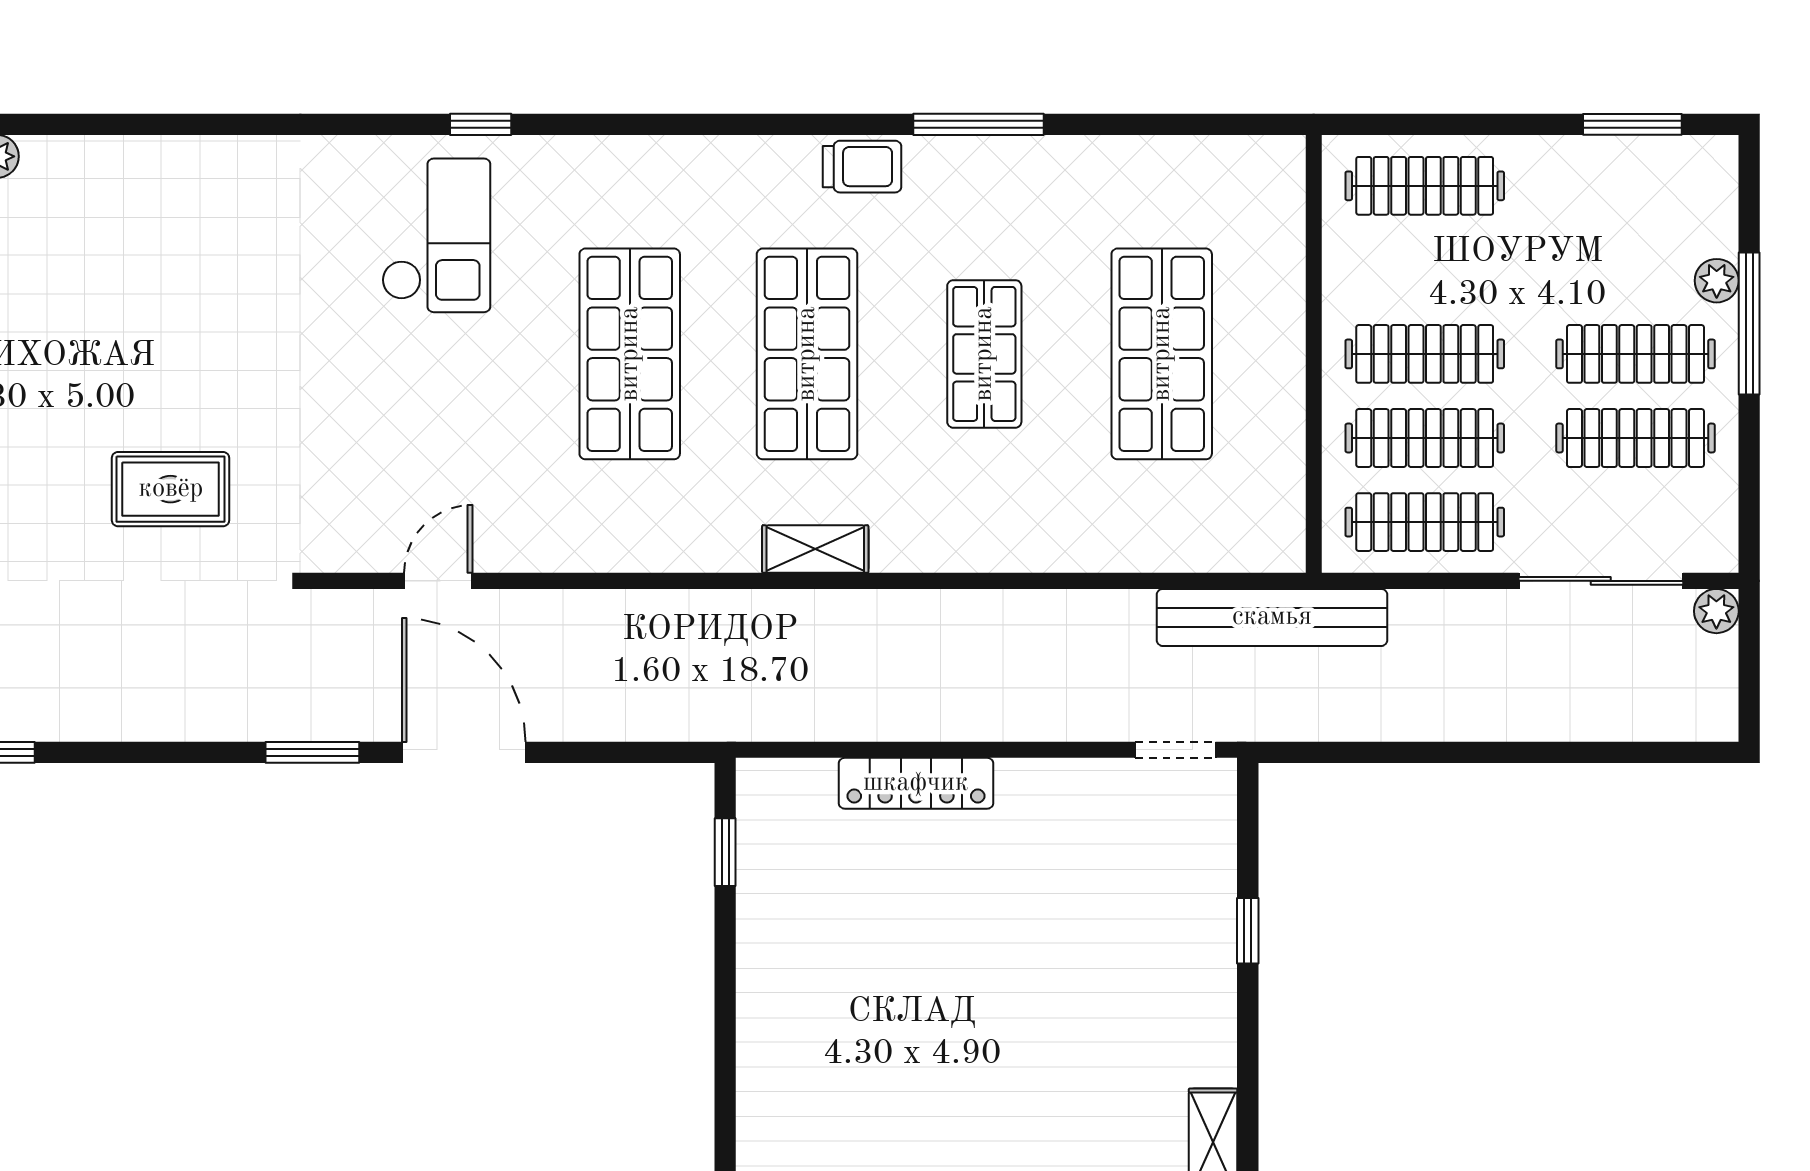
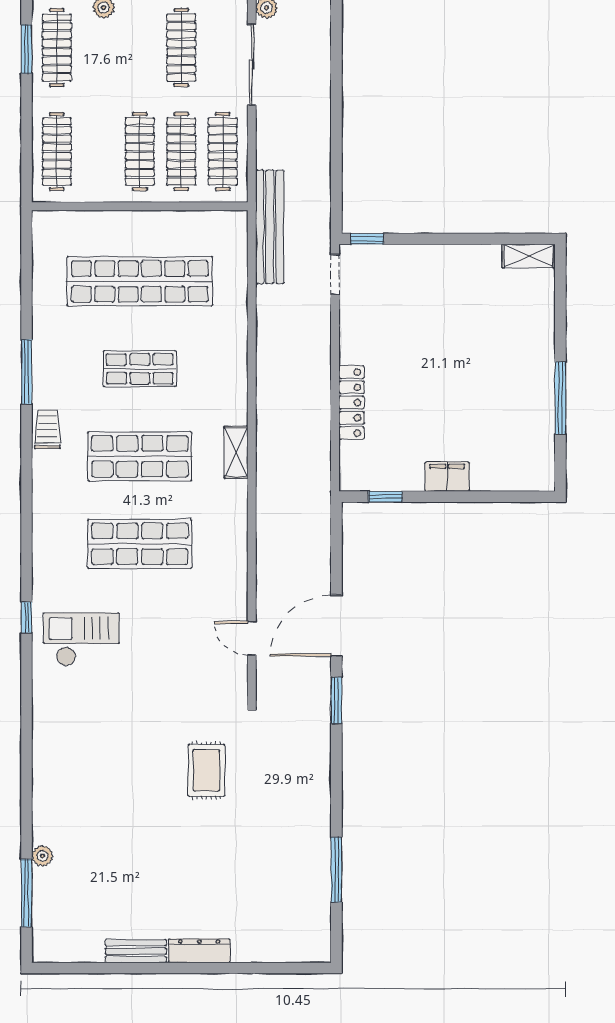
shop shelf: (1162, 354) -> (140, 281), width x1.40
clothes rail: (1635, 354) -> (57, 48), moved
window: (1248, 931) -> (367, 239), moved
filing cabinet: (766, 977) -> (447, 477), added

